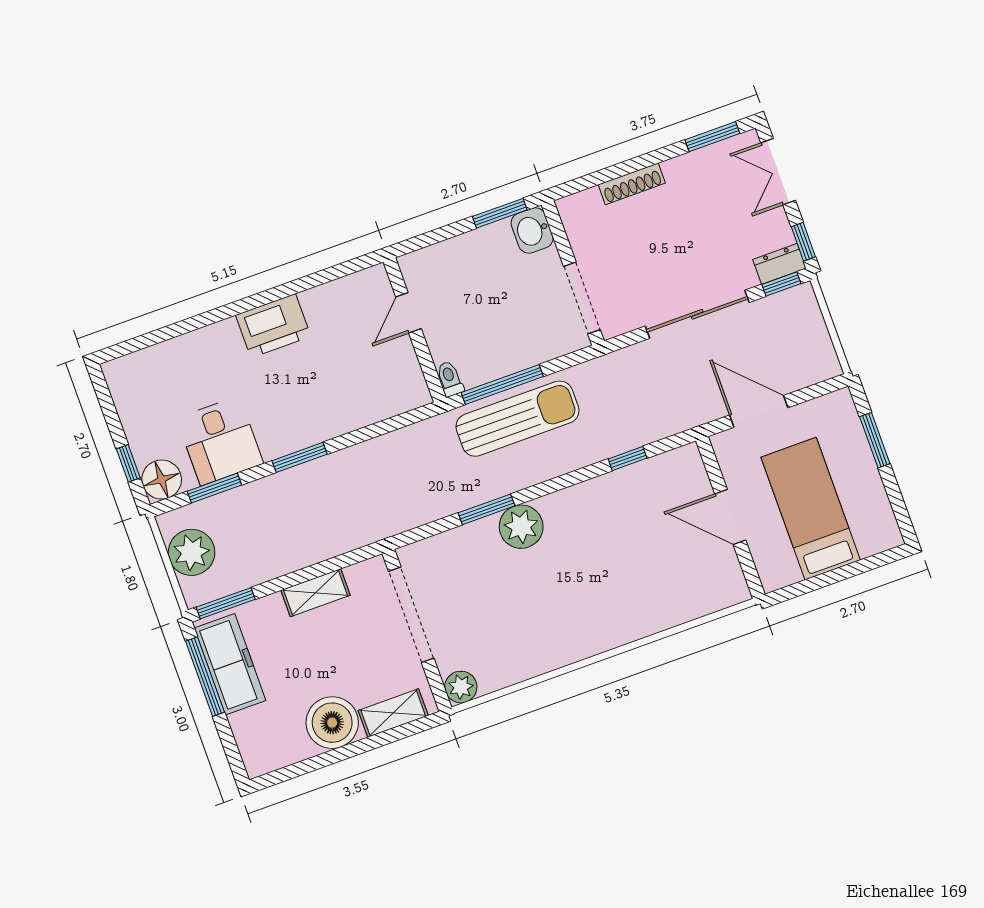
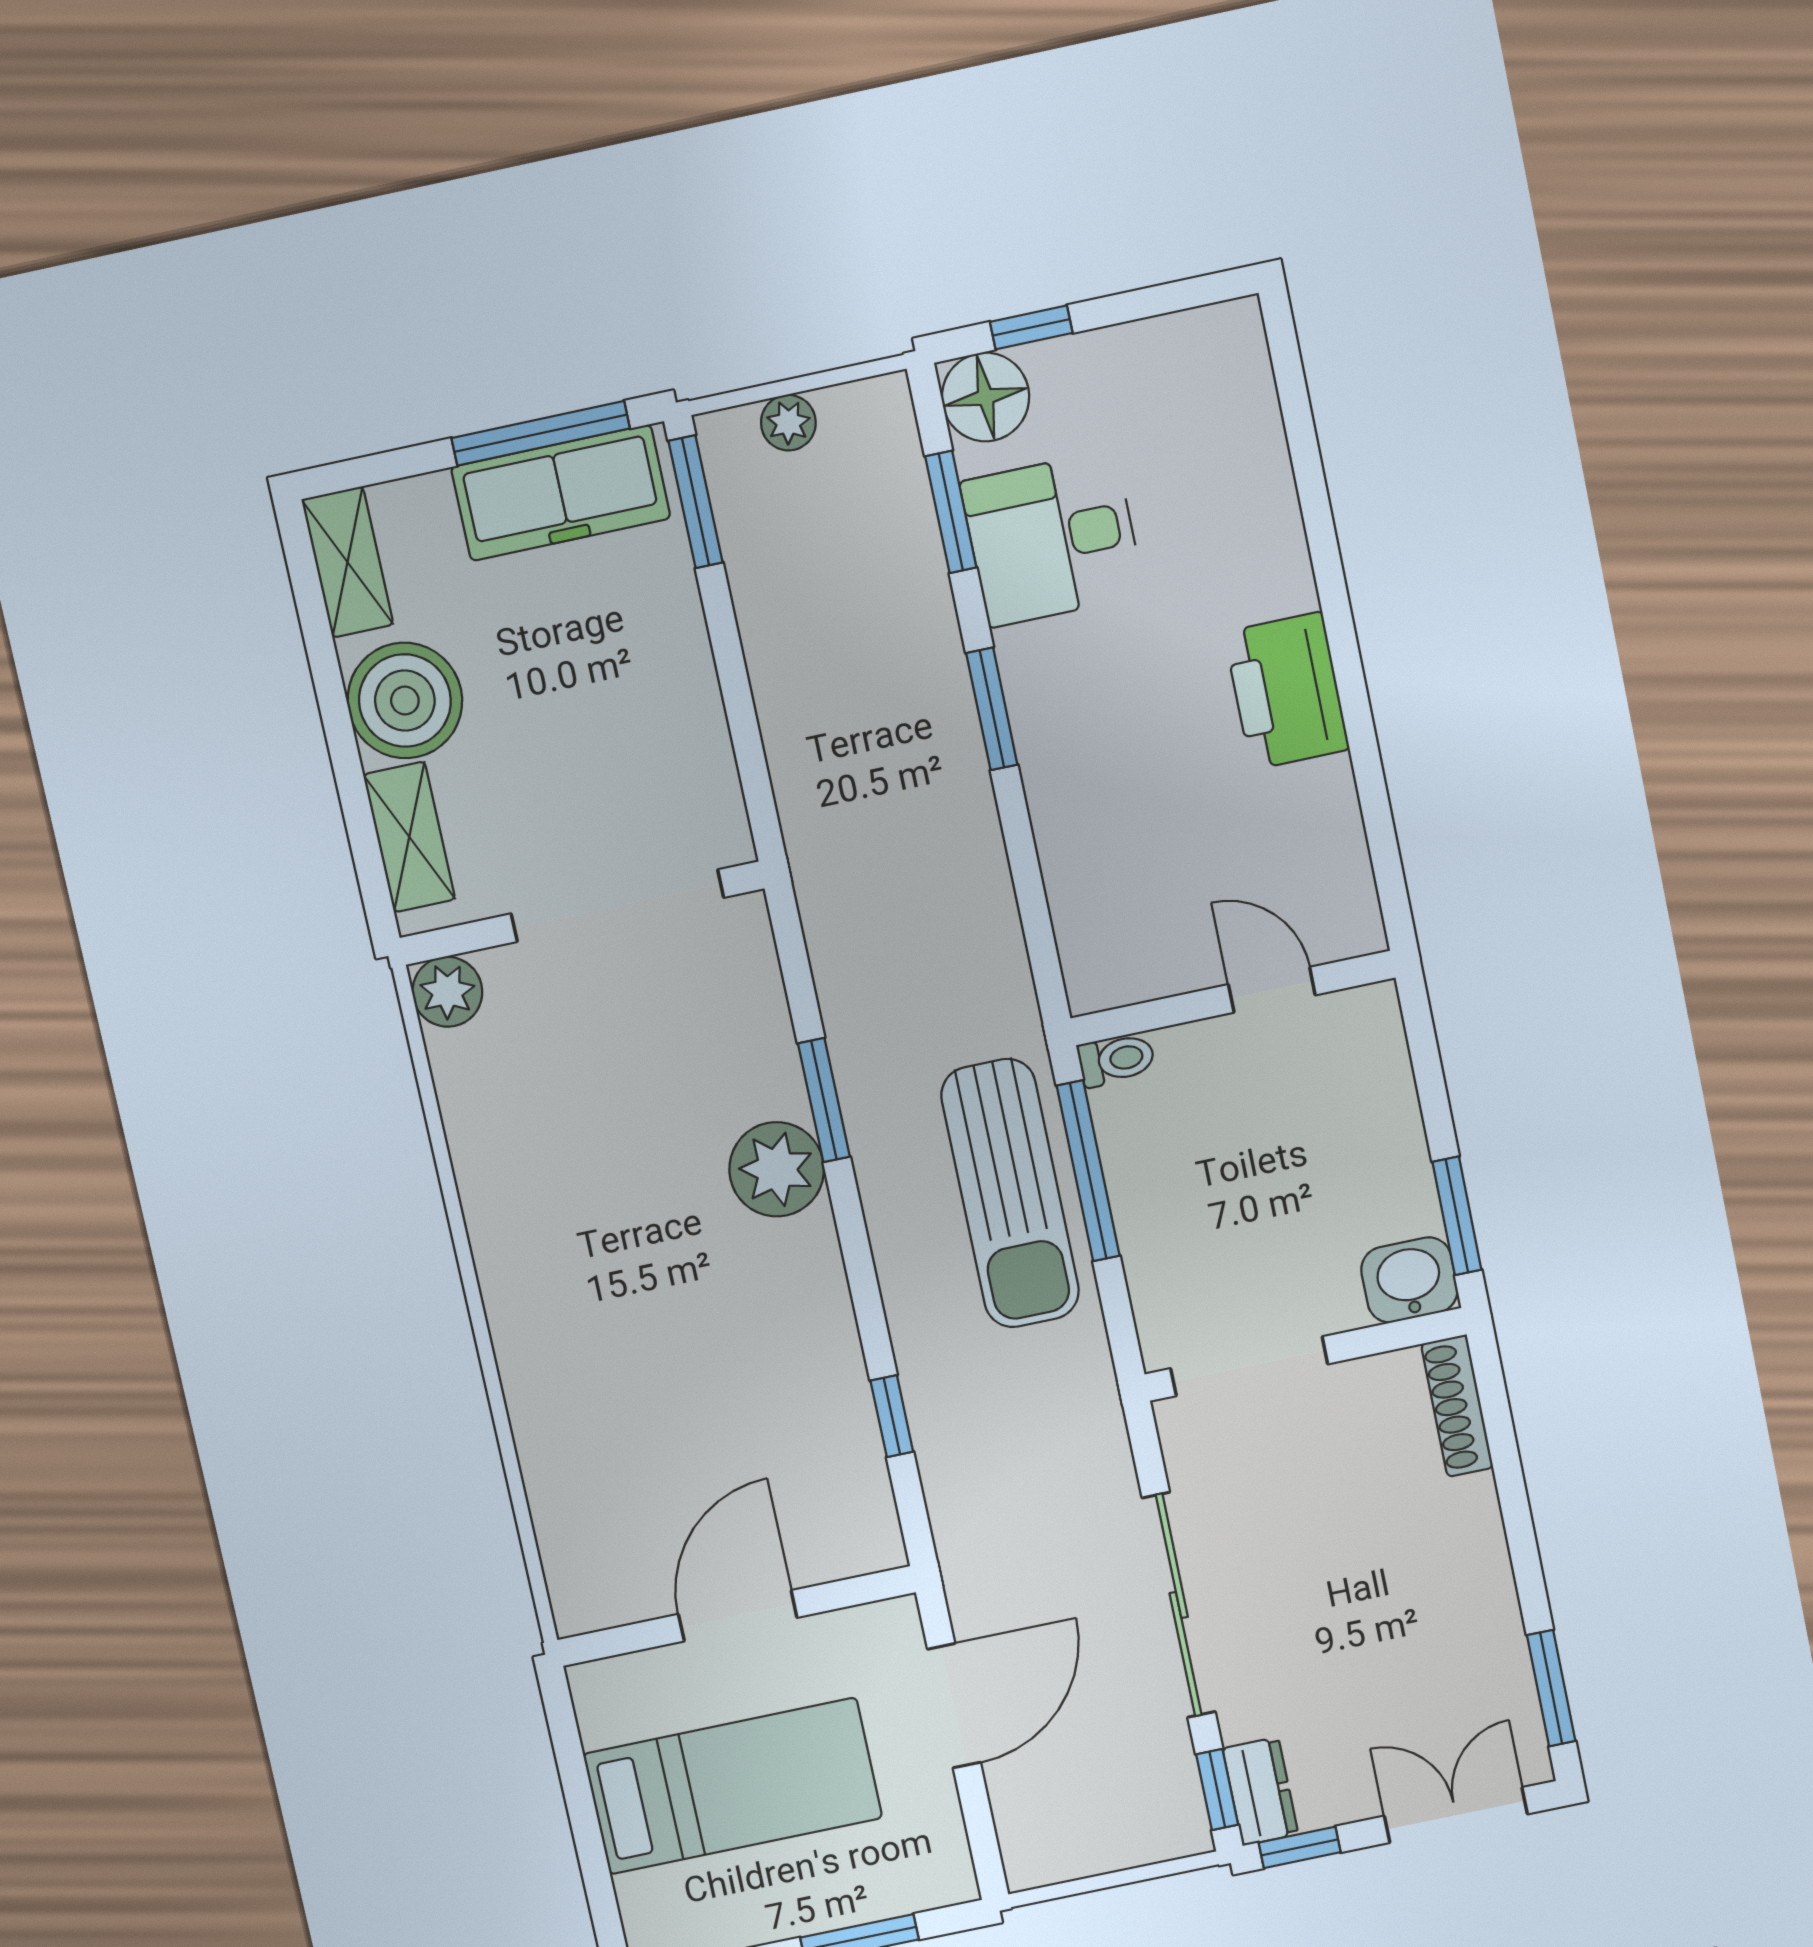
shoe rack: (632, 184) -> (1457, 1406), moved
plant: (192, 552) -> (788, 423), width x0.53, depth x0.53
shelving: (315, 593) -> (347, 562), moved

